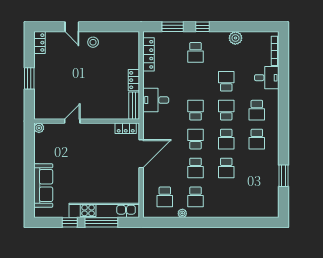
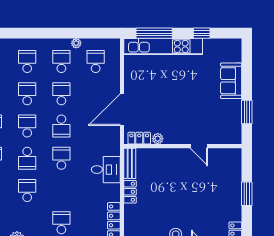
school desk: (226, 81) -> (27, 190), turned 180
school desk: (196, 110) -> (61, 158), turned 180
door: (72, 121) -> (199, 146), hinge flipped
plant: (39, 128) -> (158, 139), moved
window: (29, 152) -> (247, 112), added
sofa: (43, 185) -> (231, 81), width x0.73
school desk: (226, 197) -> (27, 62), added
window: (101, 222) -> (154, 33), moved

